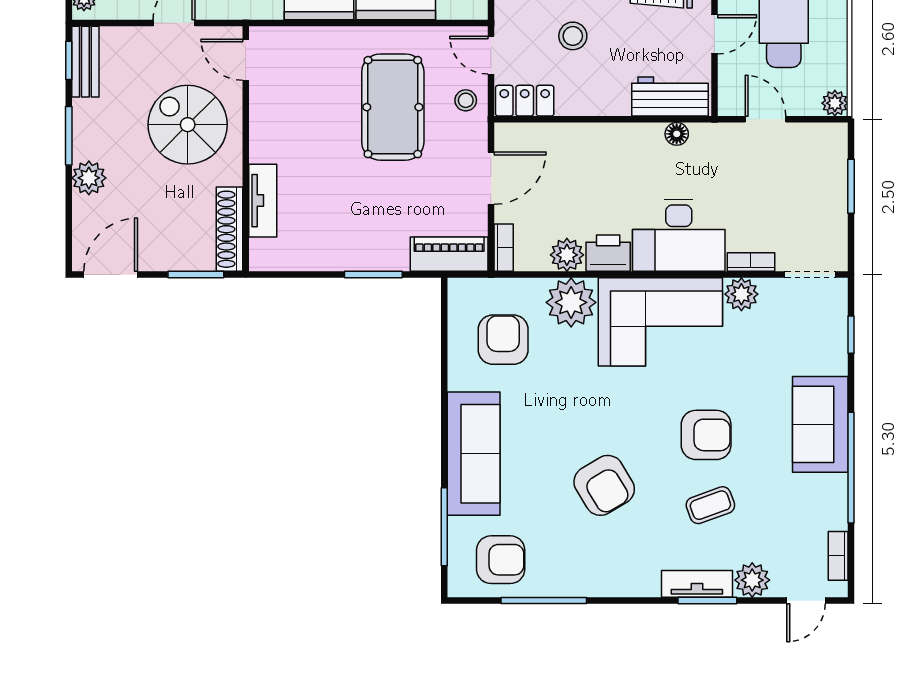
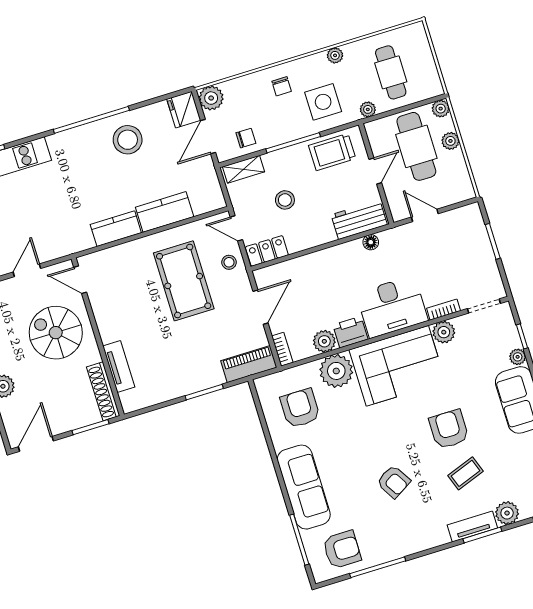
plant: (835, 103) -> (450, 141), moved
plant: (836, 362) -> (518, 357), added
armchair: (706, 435) -> (449, 429), turned -90
armchair: (604, 485) -> (394, 482), width x0.72, depth x0.72

